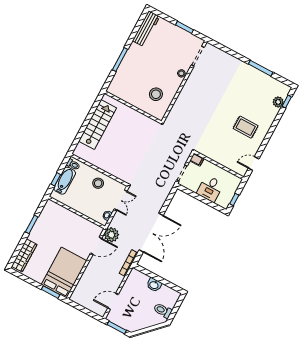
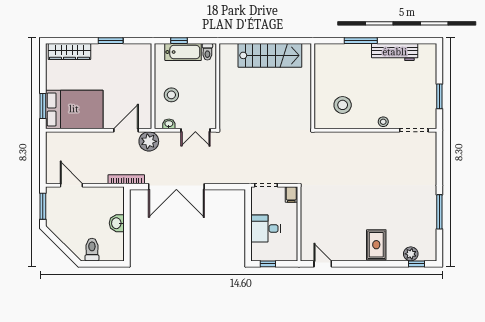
workbench: (146, 29) -> (395, 52), moved
rug: (246, 127) -> (376, 245), moved
stool: (98, 183) -> (171, 95), moved
door: (96, 246) -> (126, 130), swing flipped

